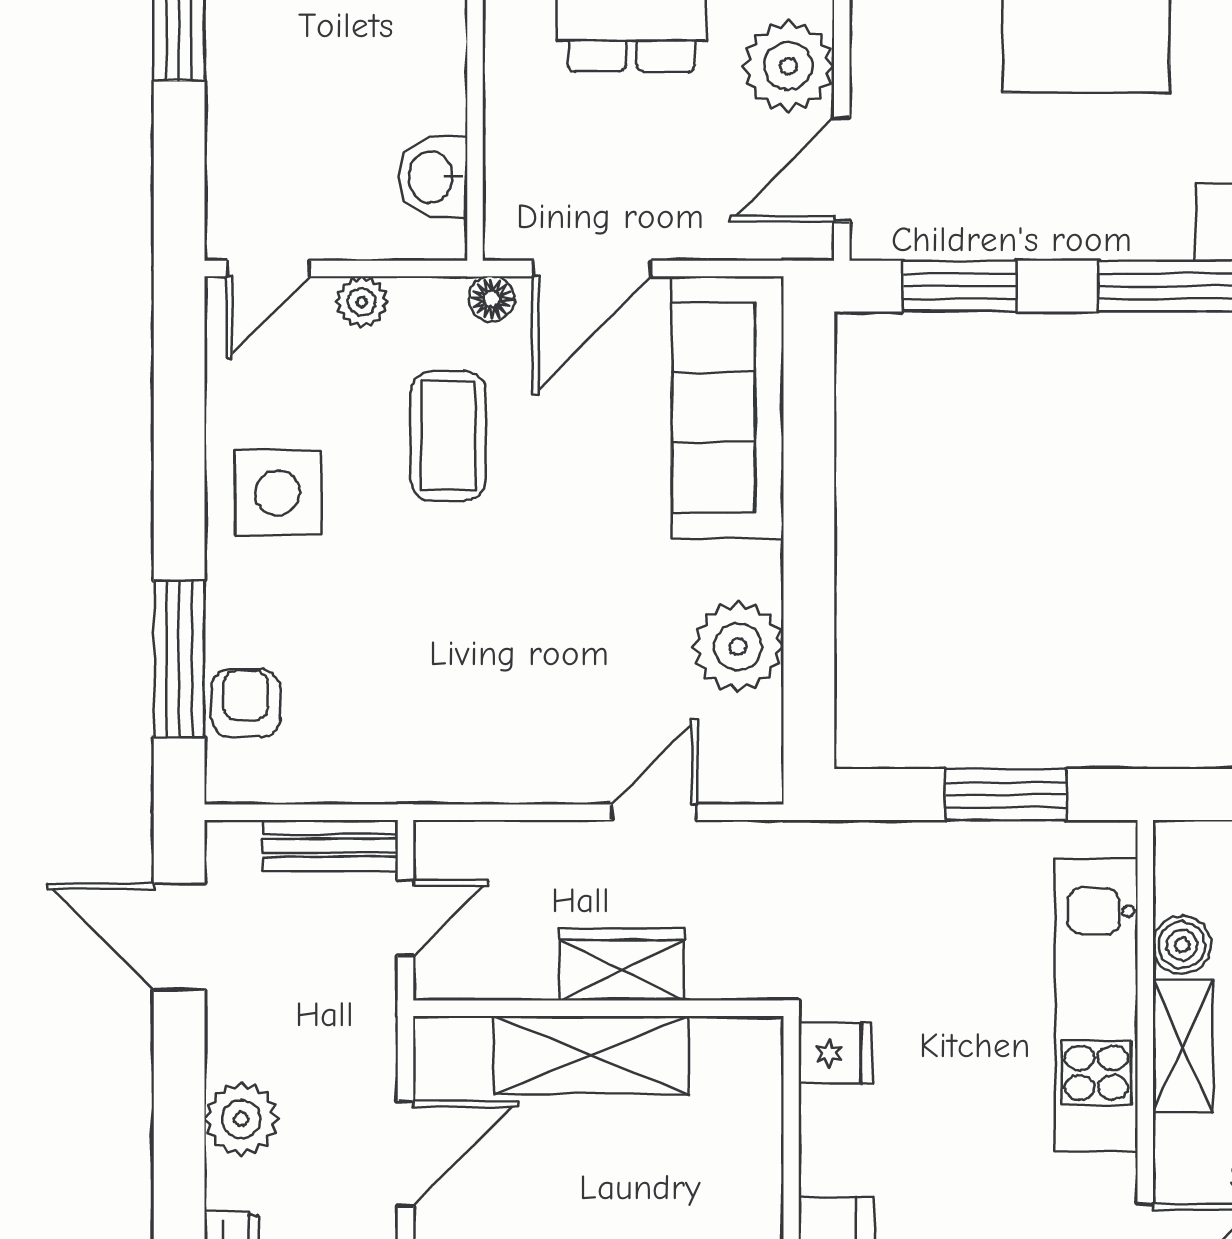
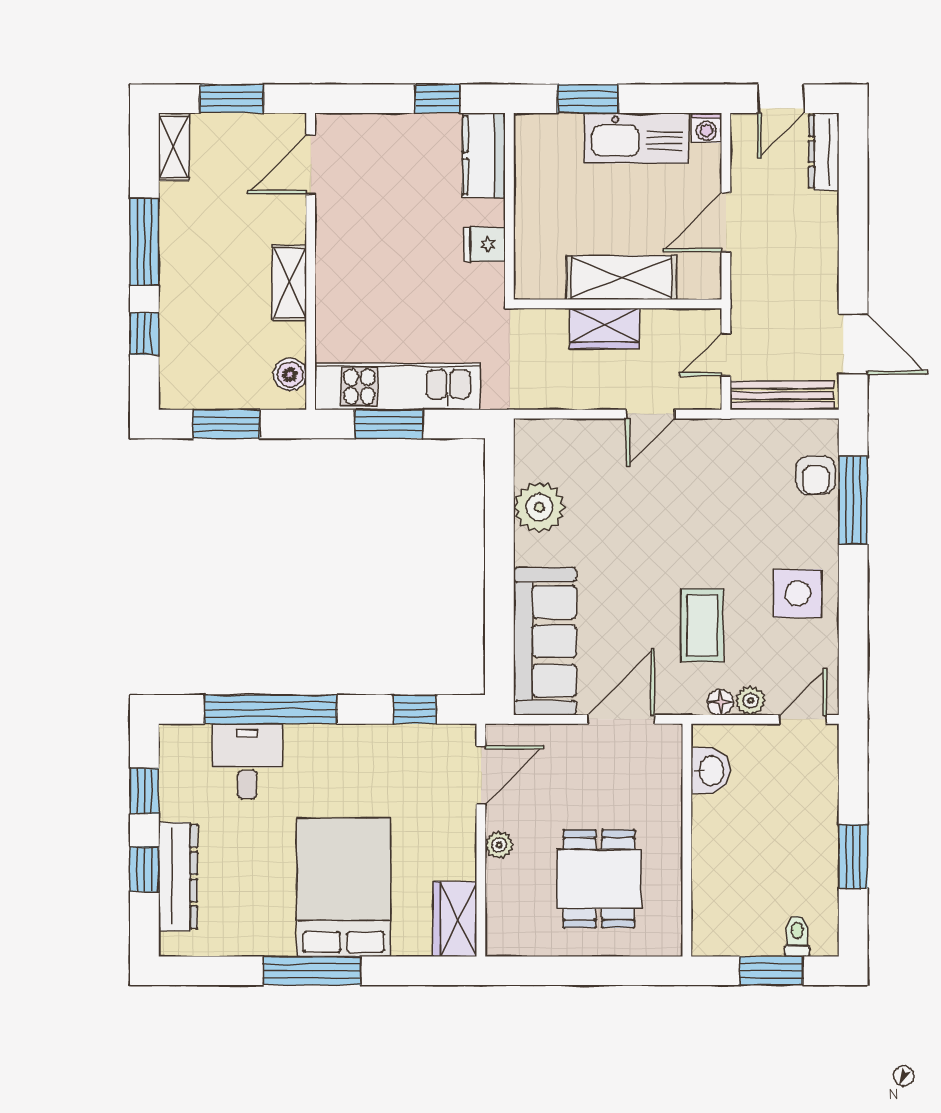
plant: (788, 66) -> (499, 845), width x0.53, depth x0.53
window: (960, 286) -> (415, 709), width x0.67
floor lamp: (492, 299) -> (720, 702), moved
door: (654, 812) -> (651, 414), moved
bench: (330, 846) -> (782, 395), width x1.36
boiler: (1182, 945) -> (290, 375), moved
kitchen unit: (1096, 1005) -> (397, 387), moved, turned -90
fridge: (835, 1053) -> (485, 244), moved
plant: (241, 1119) -> (818, 242), removed

